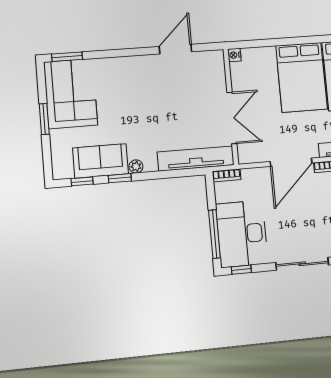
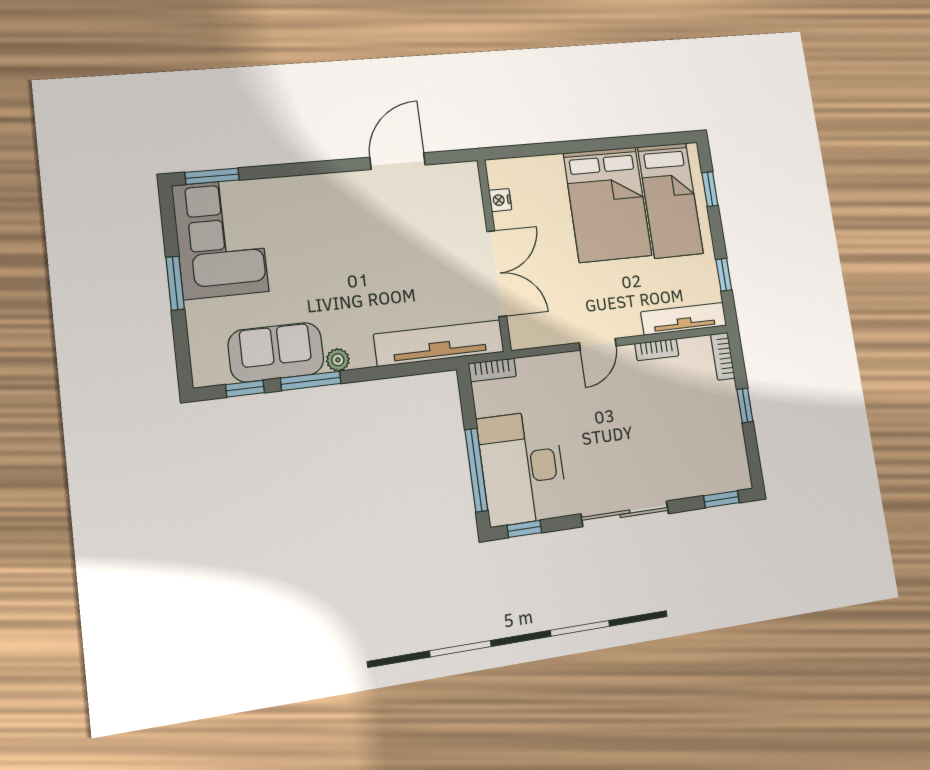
nightstand: (234, 55) -> (500, 200), moved
door: (291, 162) -> (598, 344), width x0.53
window: (120, 178) -> (311, 381), width x1.50

